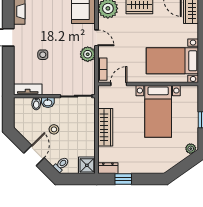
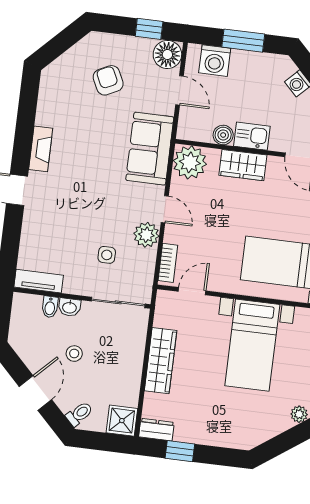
side table: (43, 55) -> (107, 255), moved

